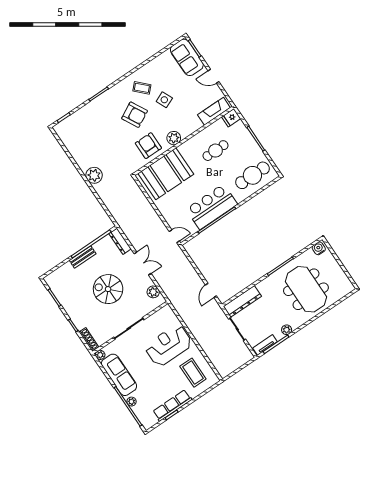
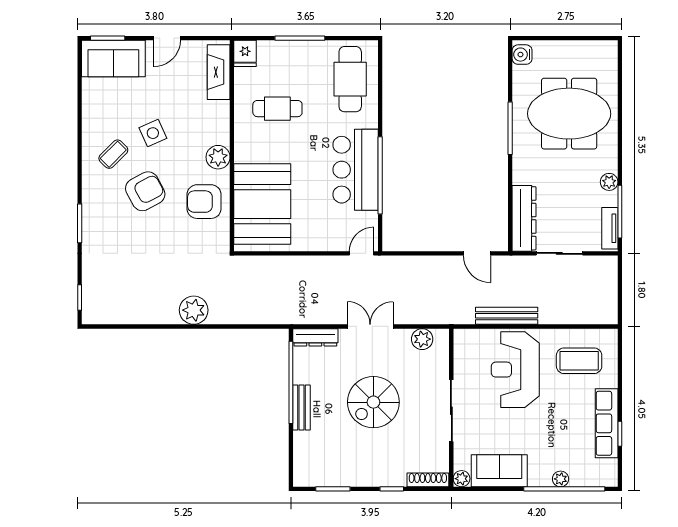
cafe table: (216, 151) -> (277, 109), turned 90
bench: (191, 324) -> (507, 316), added
sofa: (119, 375) -> (499, 471), width x0.73

